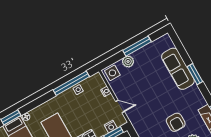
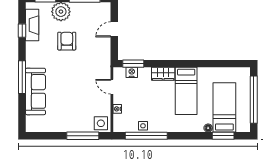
window: (137, 46) -> (83, 136), moved
plant: (128, 61) -> (80, 126), removed
window: (195, 74) -> (22, 77), width x1.44

